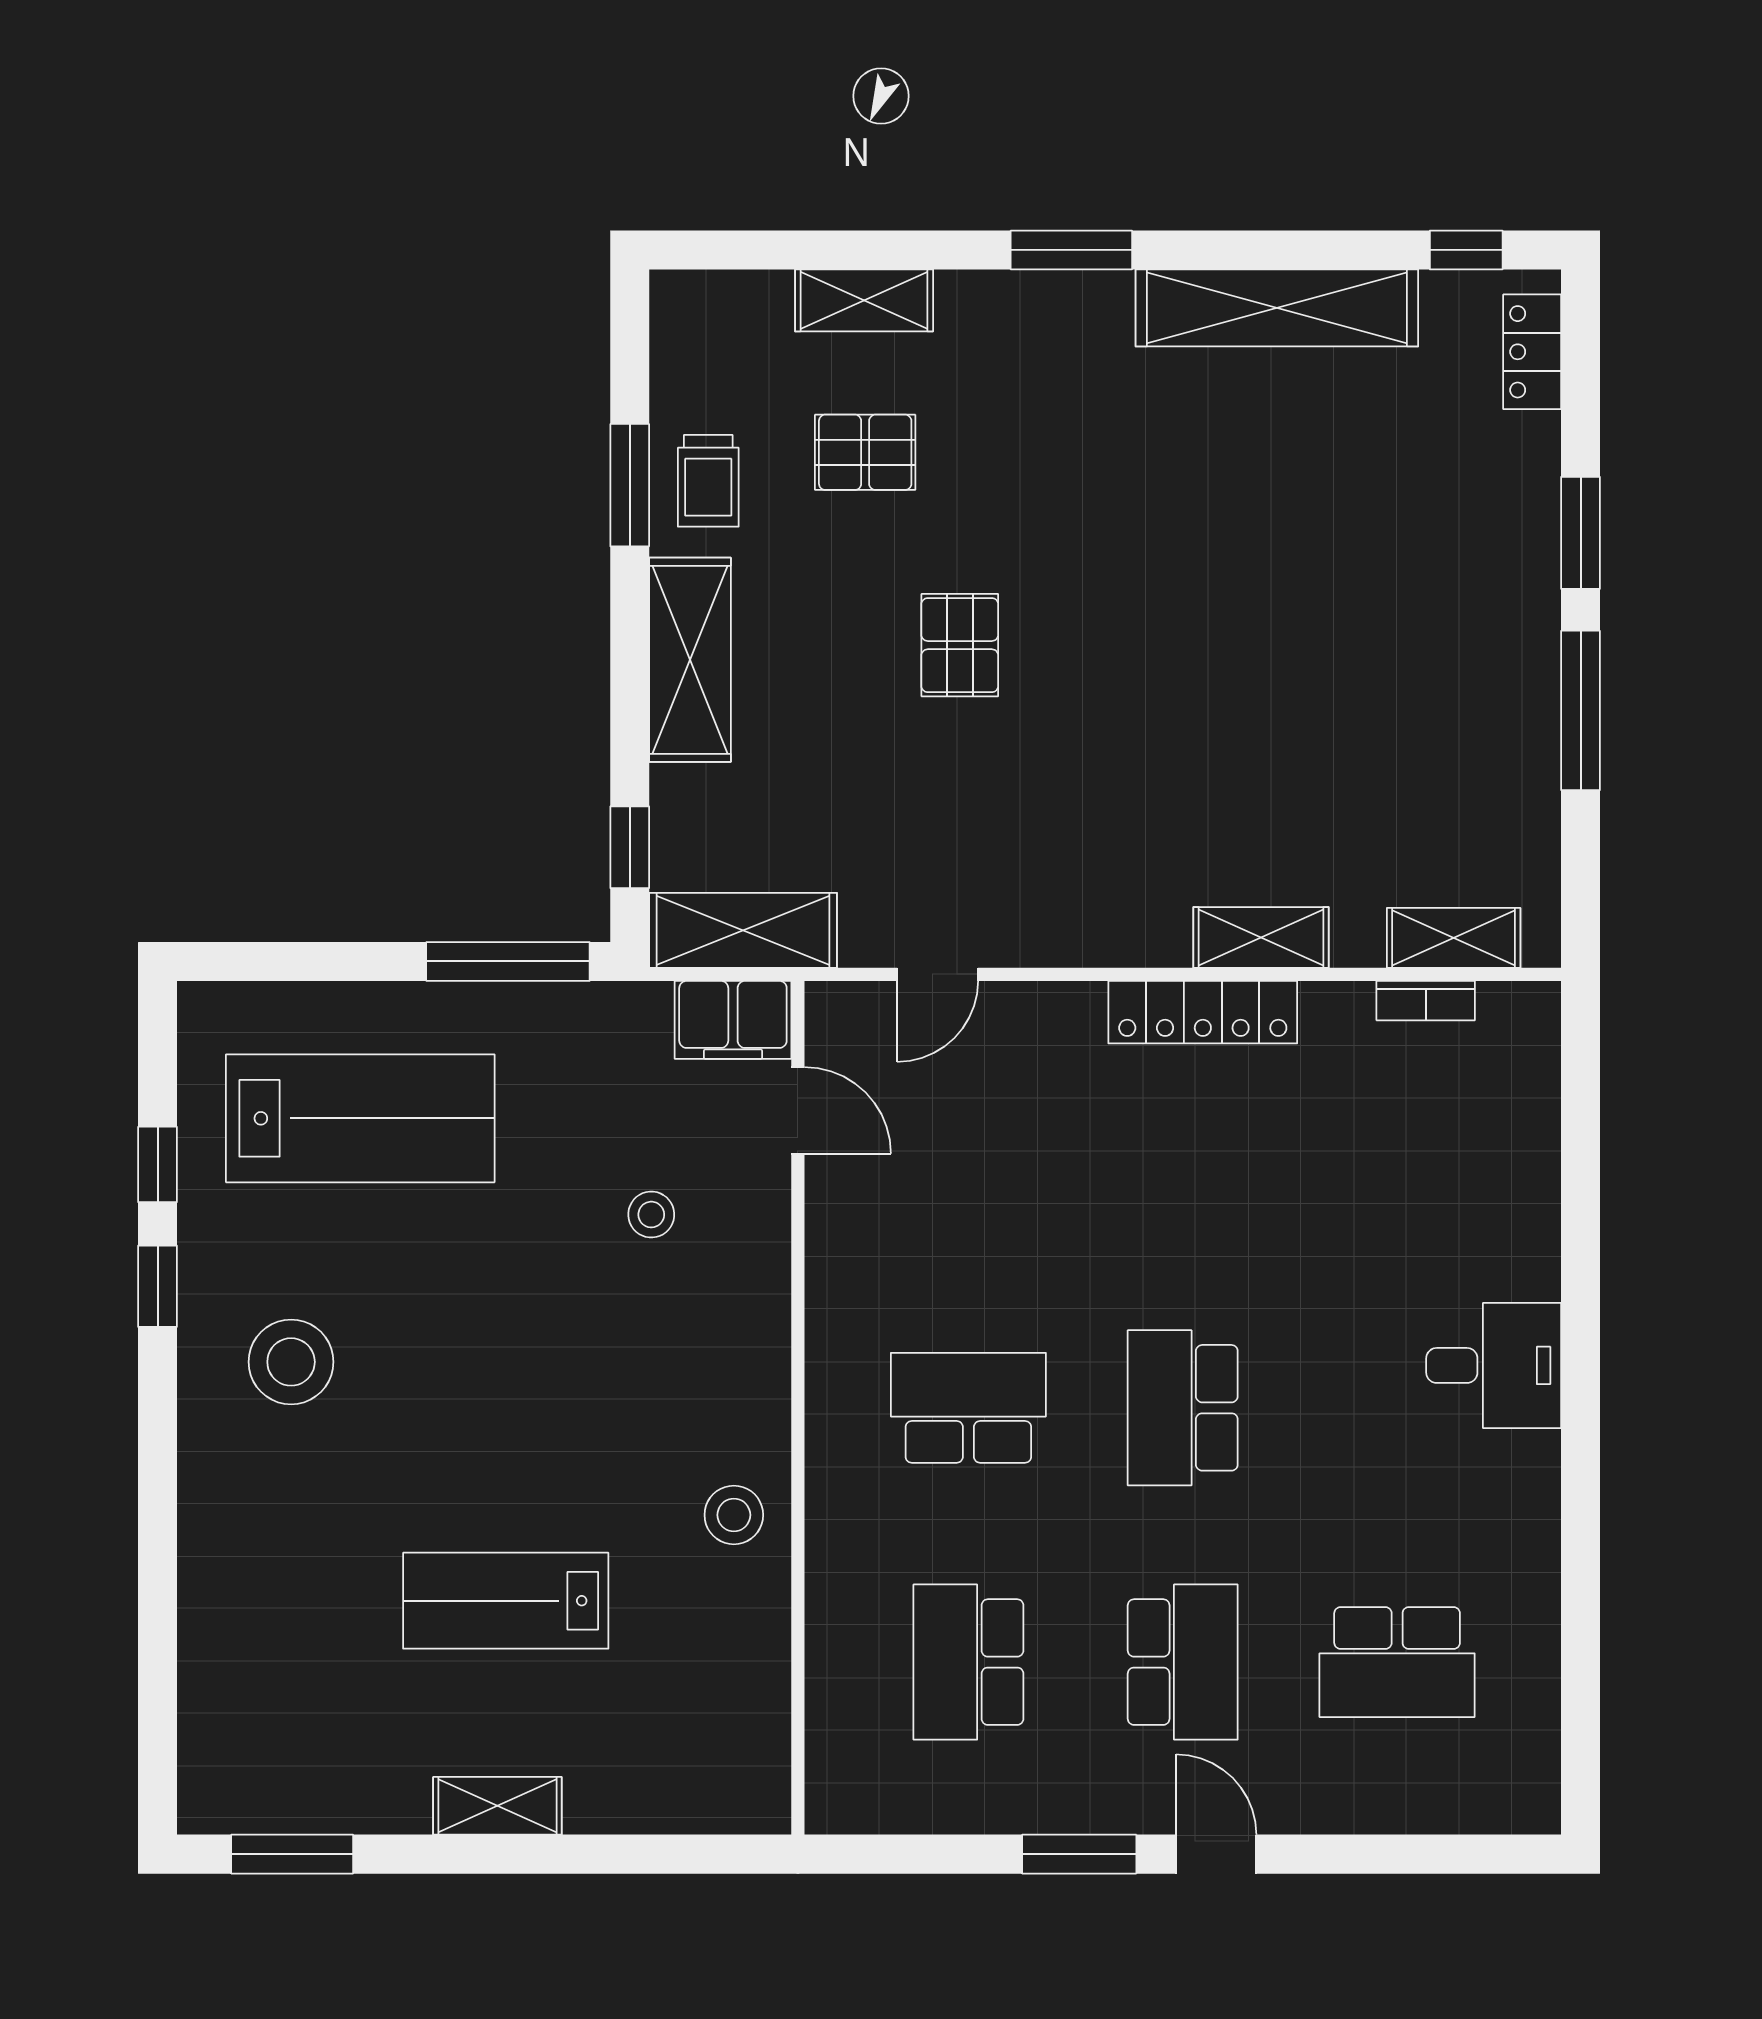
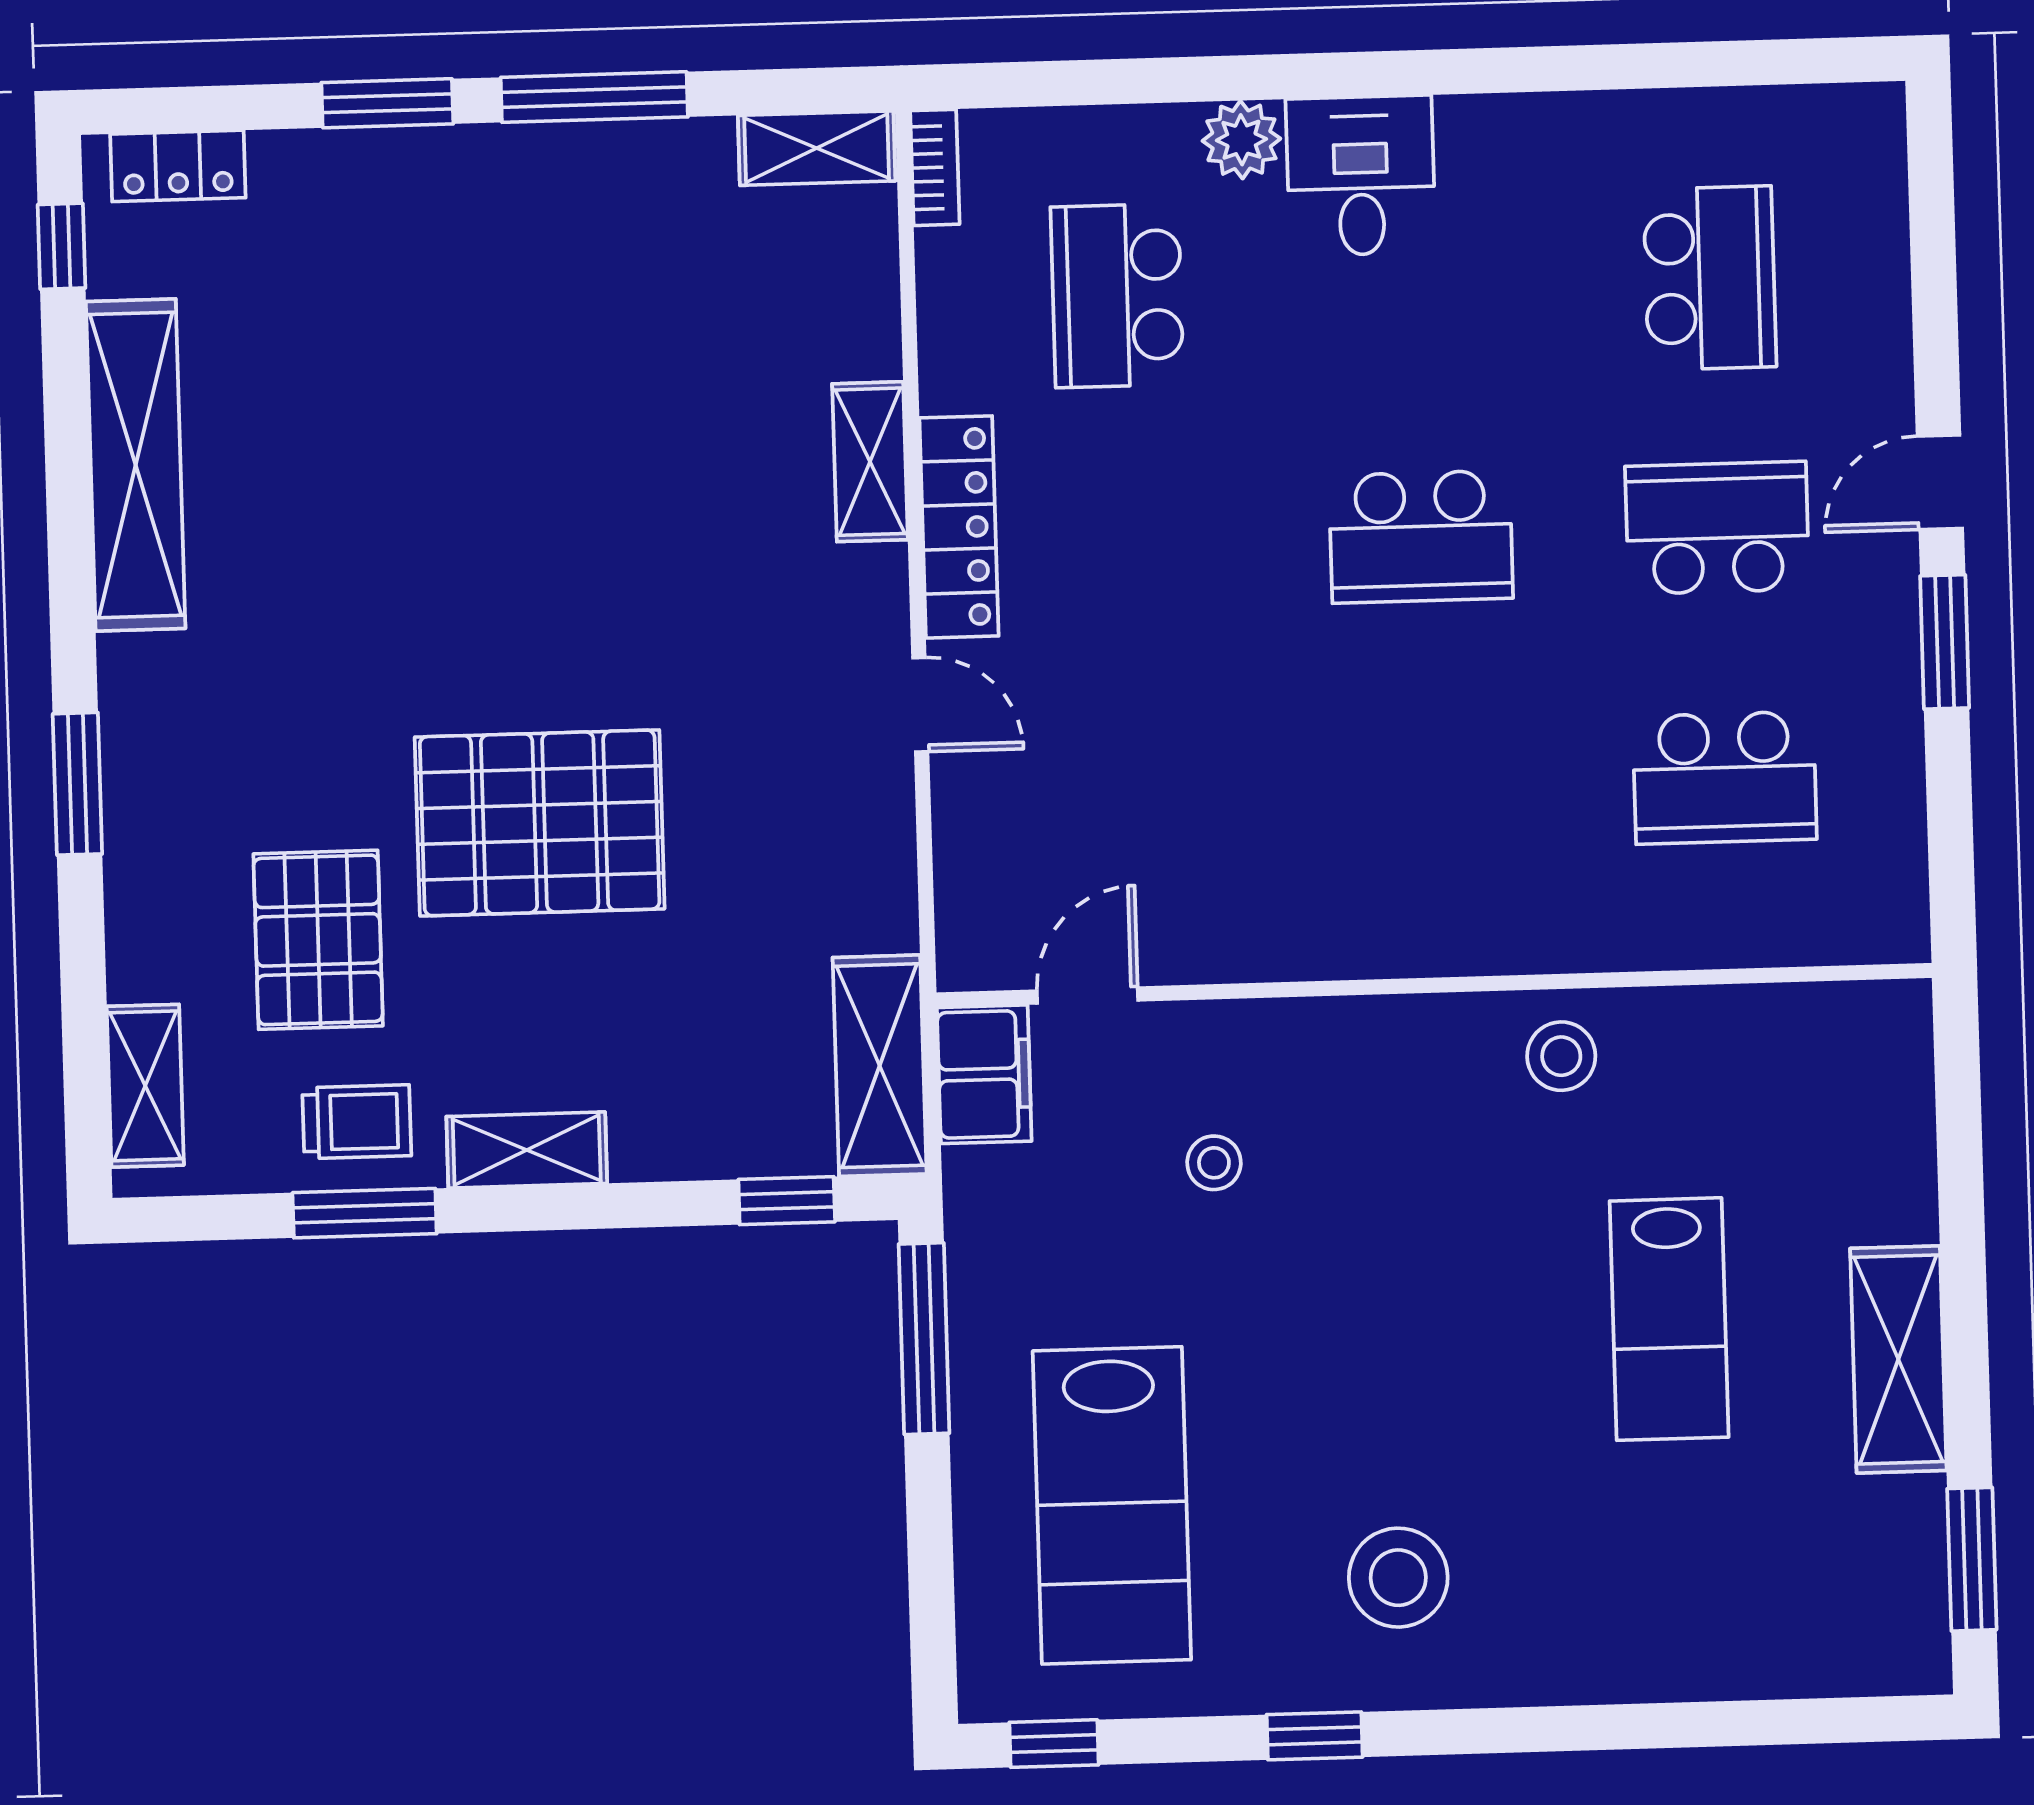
window: (1071, 250) -> (77, 784), moved
shelving: (864, 300) -> (145, 1086), moved
pallet: (865, 452) -> (318, 940), width x1.50, depth x1.42
pallet: (960, 645) -> (540, 823), width x2.05, depth x2.00
shelving: (690, 660) -> (527, 1150), width x0.67, depth x0.75
shelving: (1454, 938) -> (817, 148), moved, turned 90
door: (938, 974) -> (920, 705), moved
bookcase: (1426, 1001) -> (935, 167), moved
lab bench: (360, 1118) -> (1112, 1505), turned 180
window: (158, 1164) -> (1054, 1744), moved
plant: (1528, 1264) -> (1241, 140), added
school desk: (968, 1408) -> (1117, 296), moved
shelving: (497, 1806) -> (1898, 1359), width x1.50, depth x1.33

